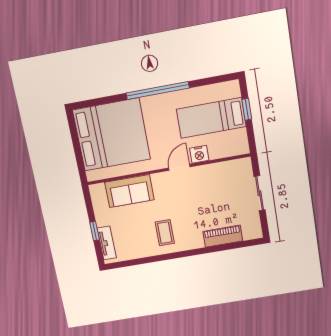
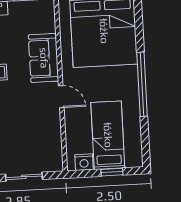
nightstand: (199, 154) -> (84, 162), moved, turned -90
sofa: (129, 191) -> (44, 58), moved

